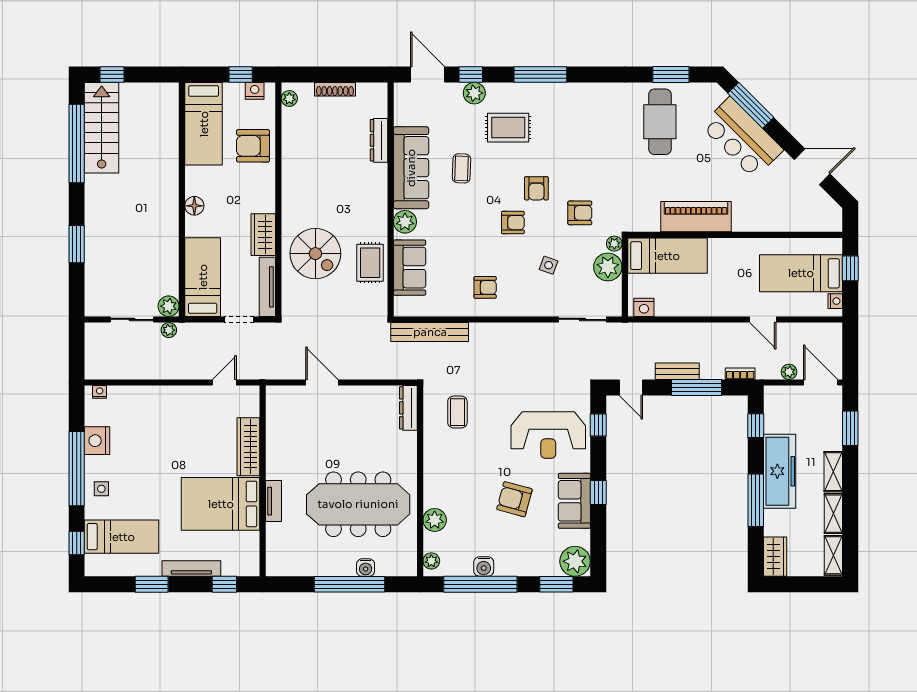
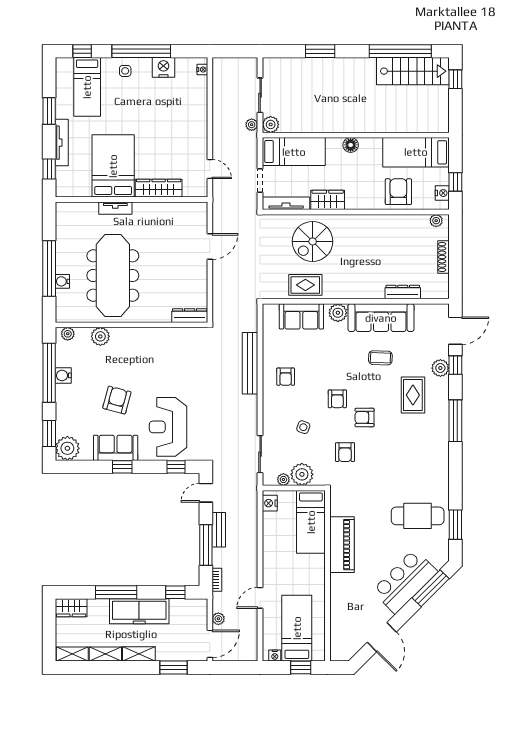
plant: (614, 244) -> (283, 480), moved
bench: (430, 332) -> (250, 363), moved
coffee table: (457, 412) -> (186, 355), removed

